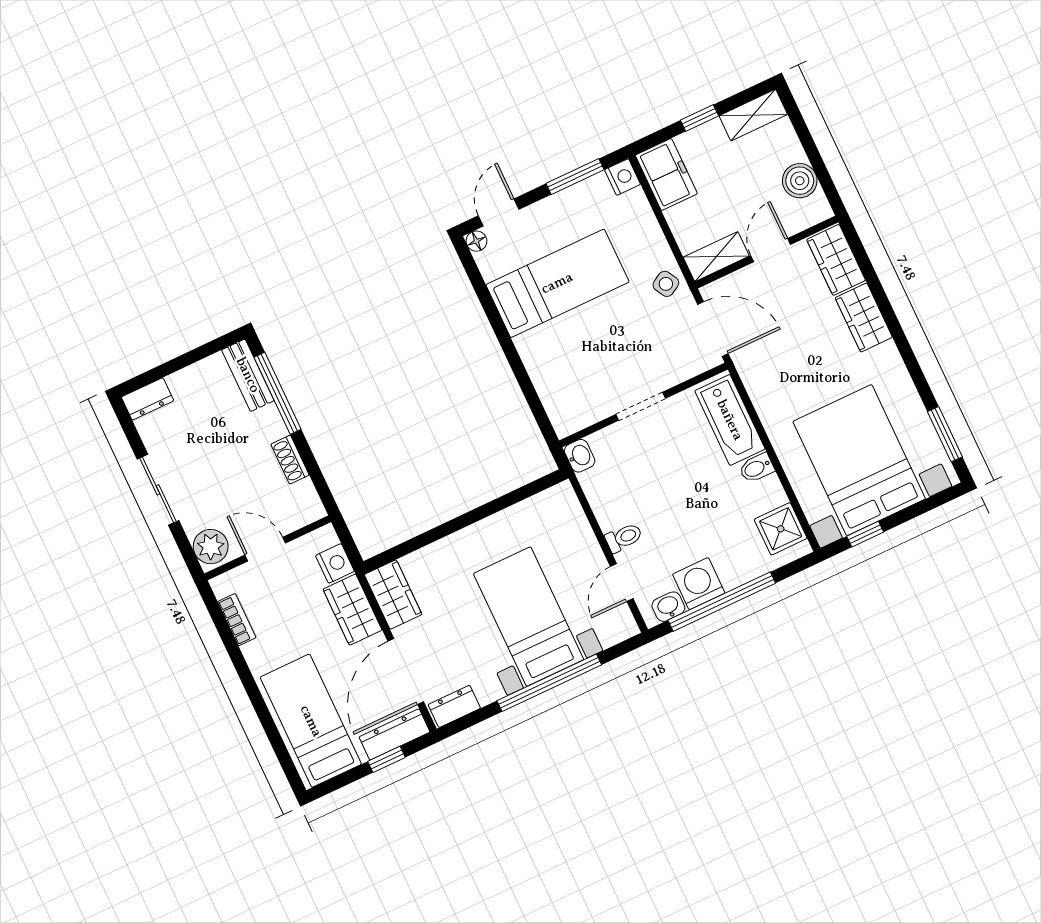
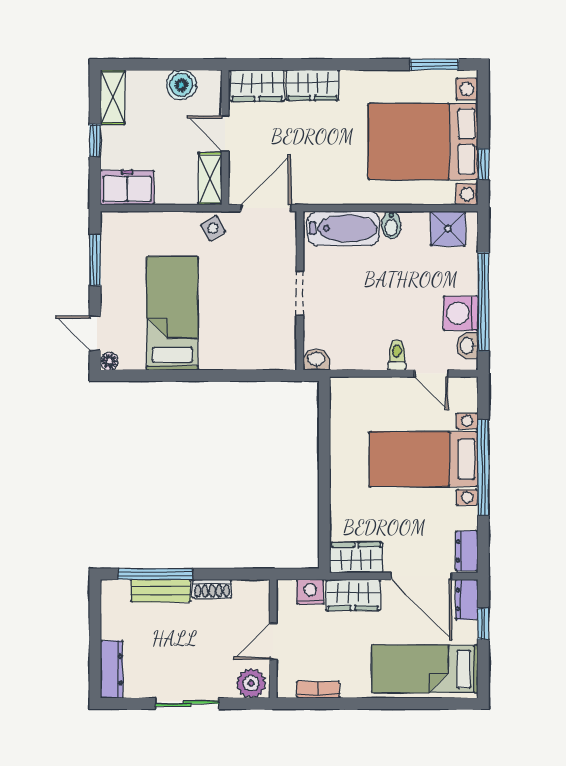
nightstand: (623, 177) -> (113, 223), removed
bench: (248, 375) -> (161, 591), moved
dresser: (148, 399) -> (112, 669), width x1.44
dresser: (394, 734) -> (467, 599), width x0.70

